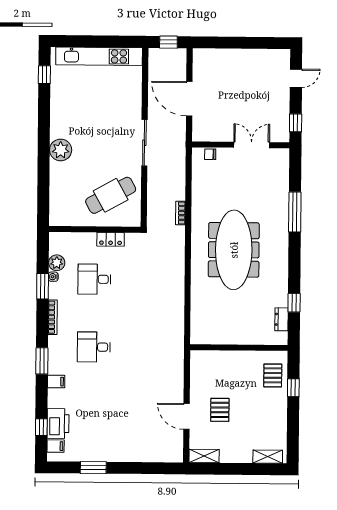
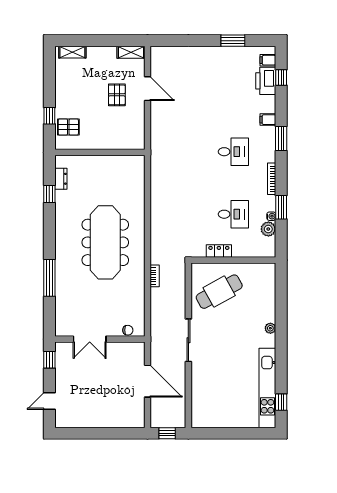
kitchen unit: (99, 56) -> (267, 388), moved, turned -90
plant: (61, 150) -> (270, 328), width x0.53, depth x0.53
pallet: (273, 375) -> (68, 127), turned 90

